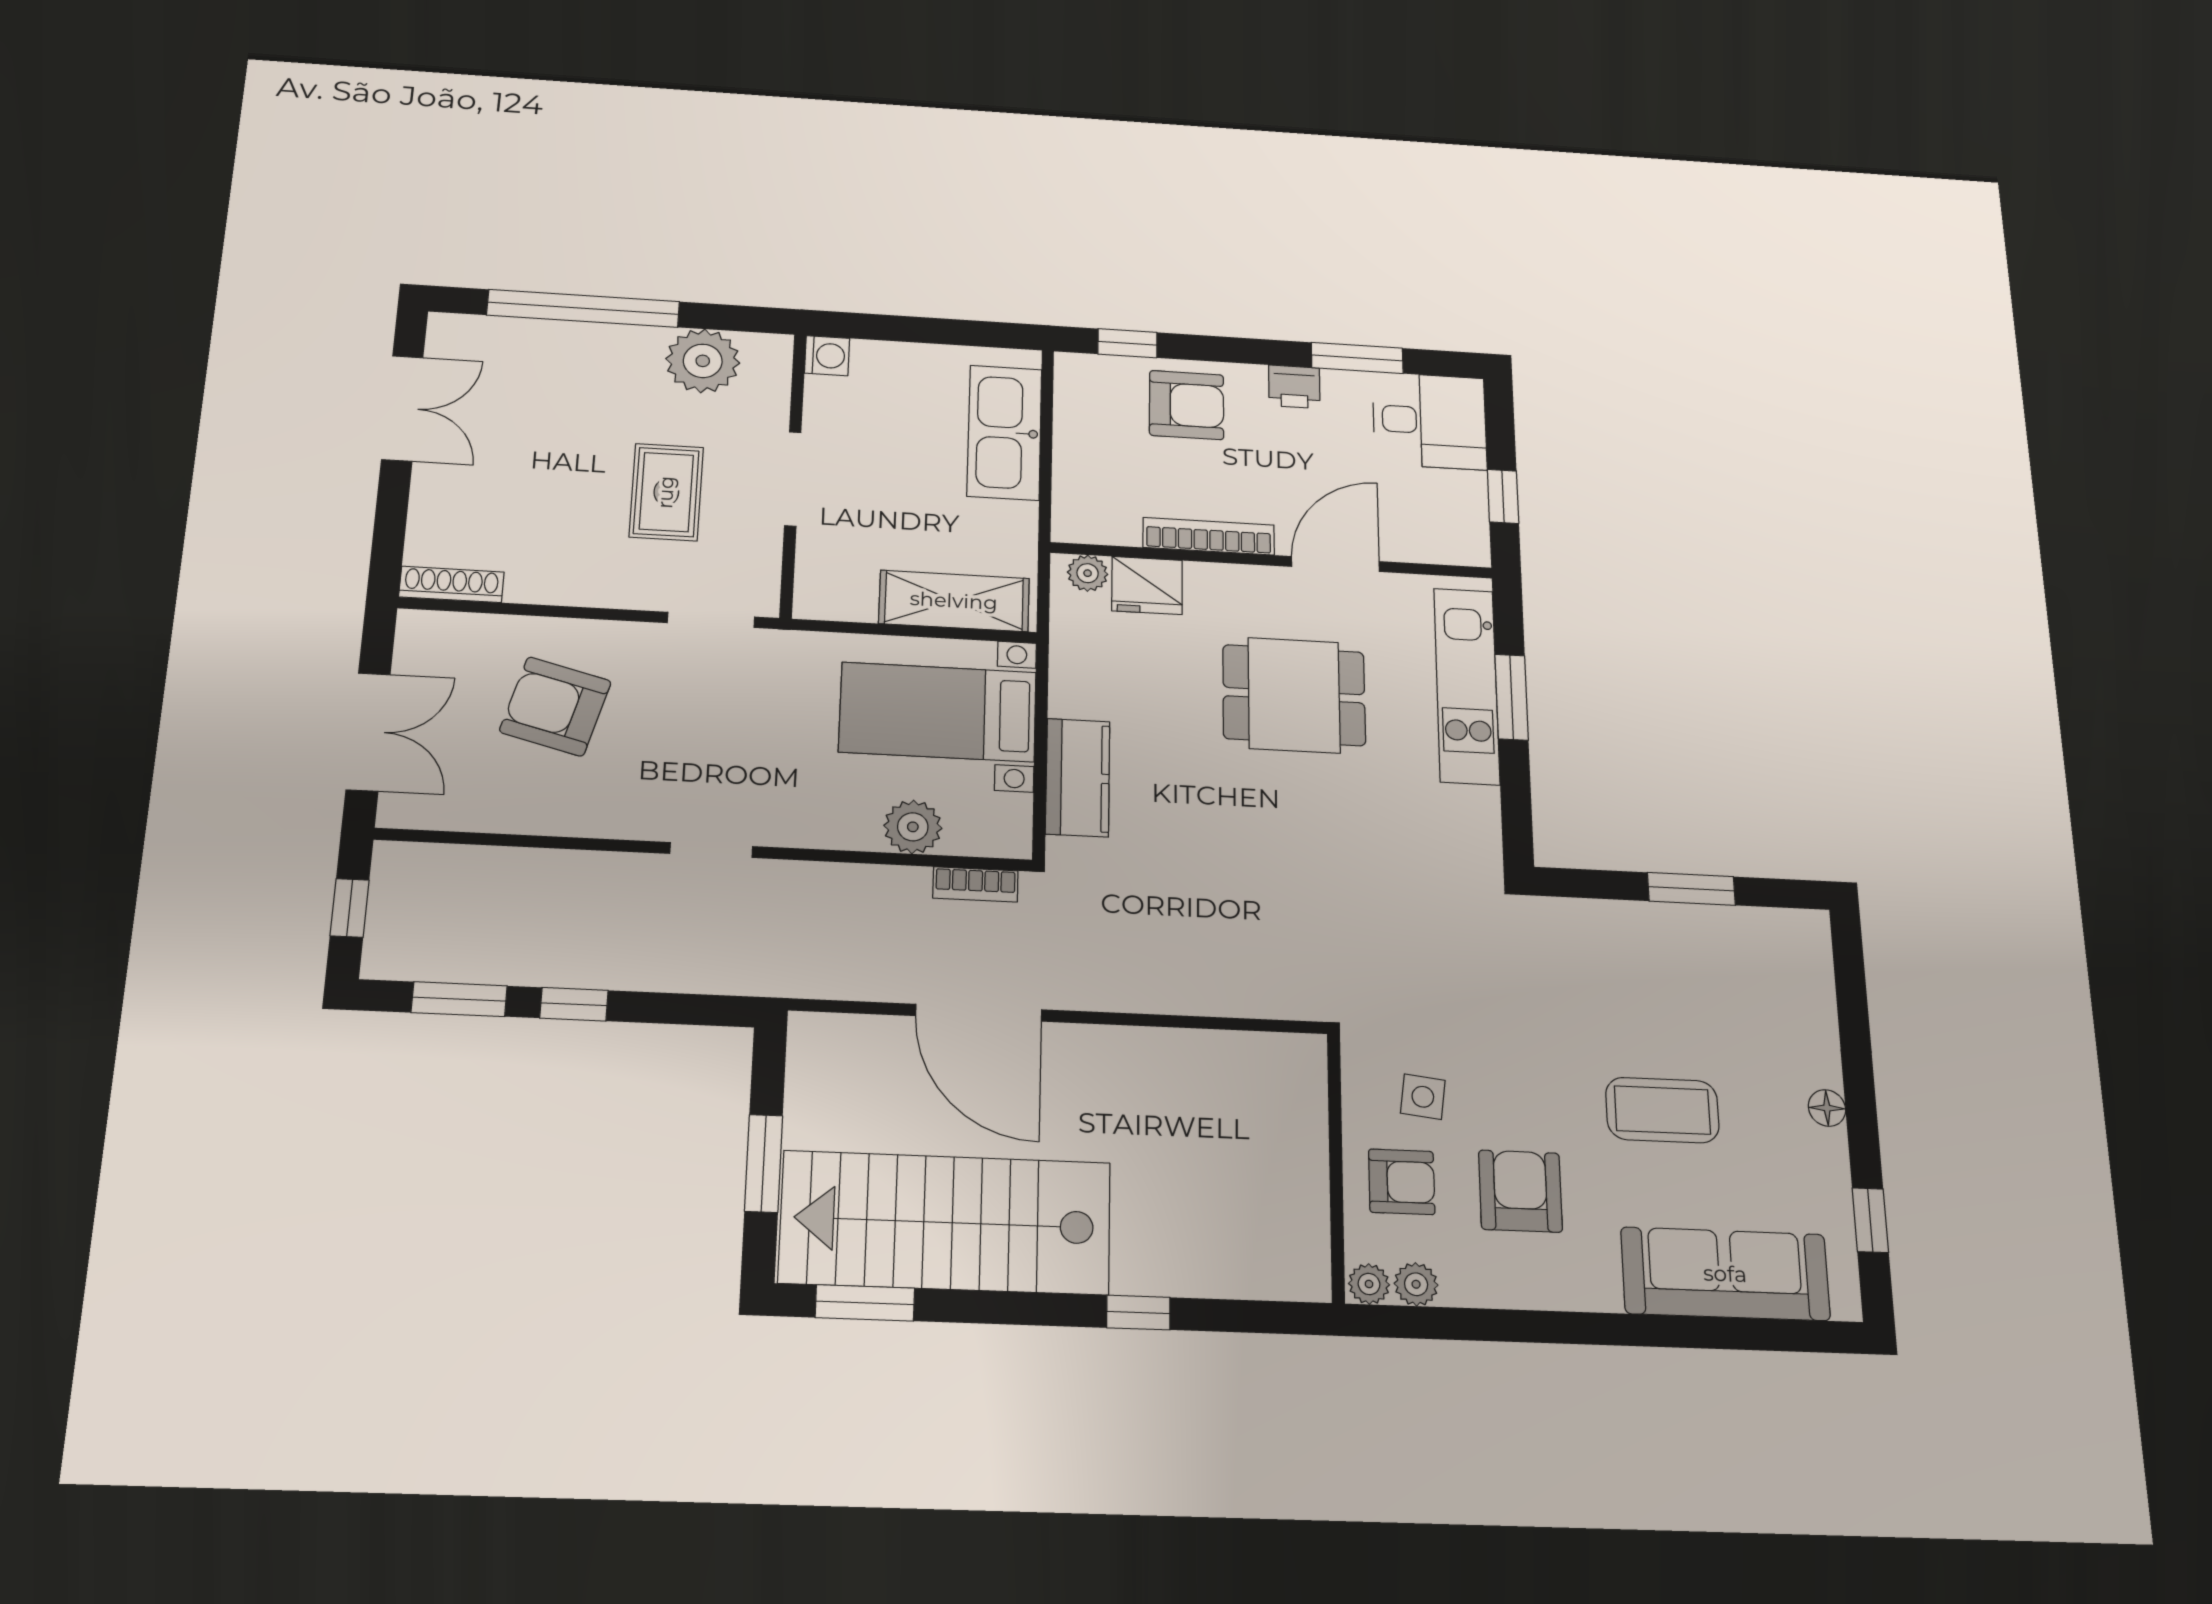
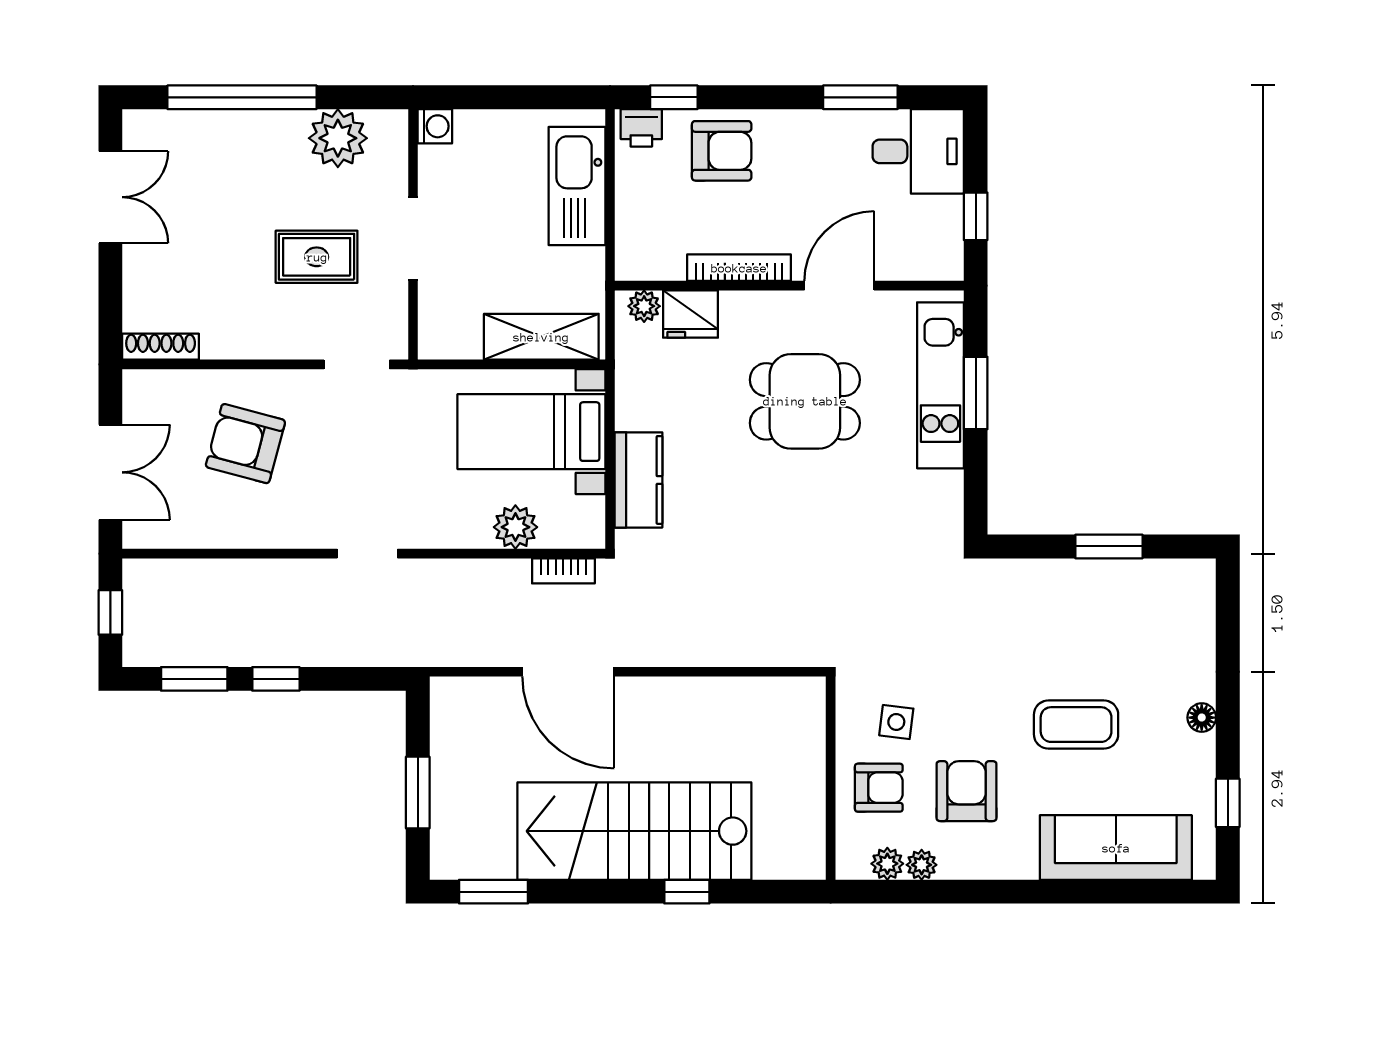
printer: (1294, 387) -> (641, 128), moved
rug: (666, 492) -> (317, 257), turned 90
stairs: (946, 1222) -> (634, 831), moved
plant: (1369, 1284) -> (922, 865), moved

